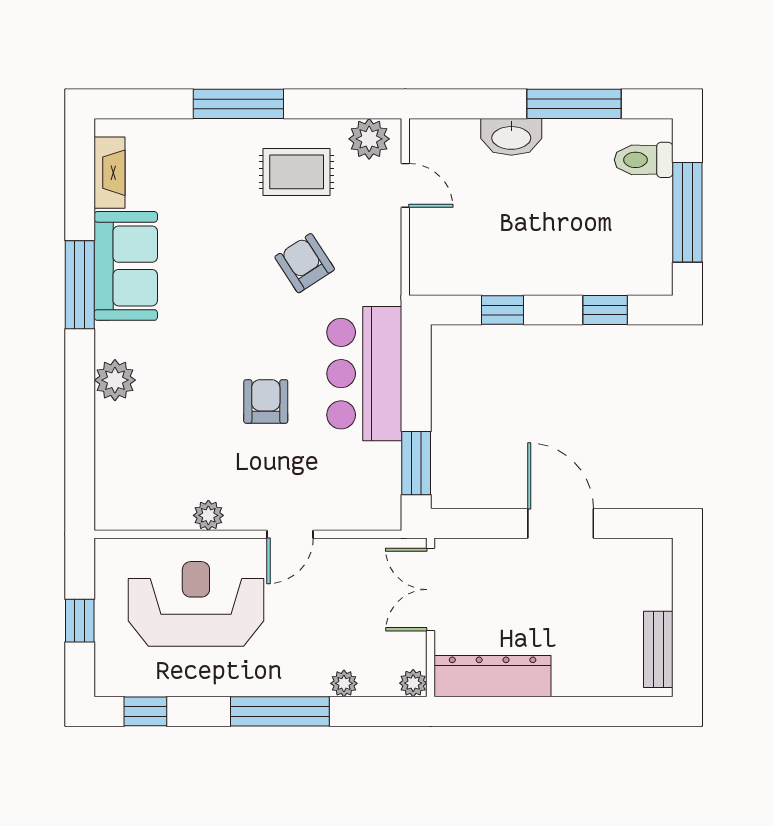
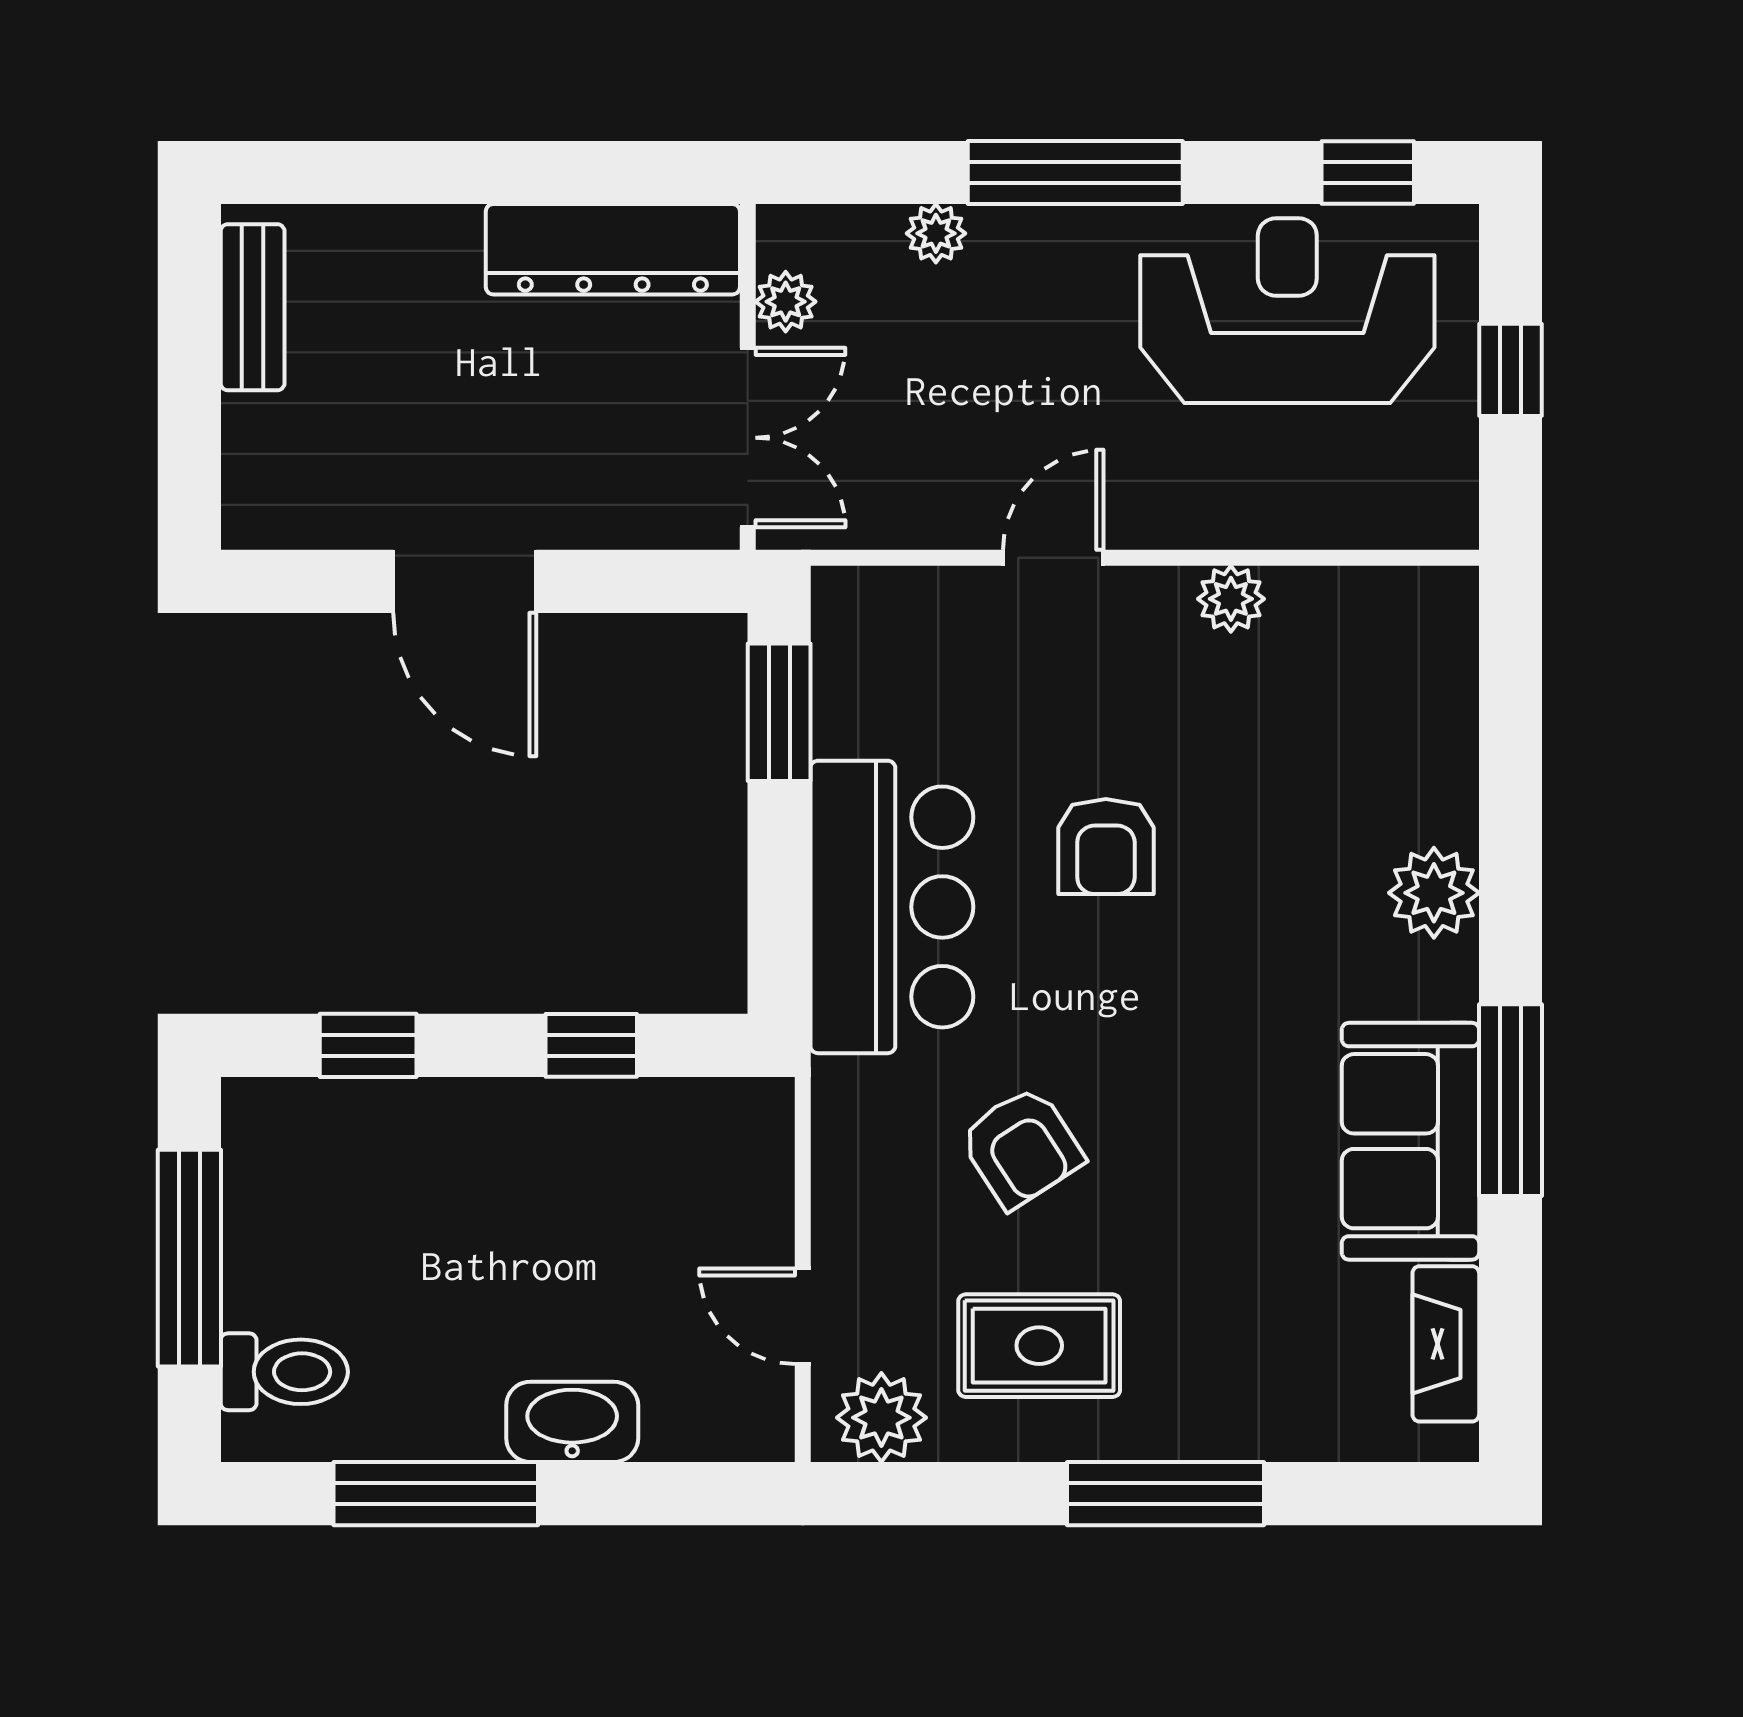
reception desk: (196, 604) -> (1287, 311), moved, turned 180
plant: (413, 683) -> (786, 302), moved

